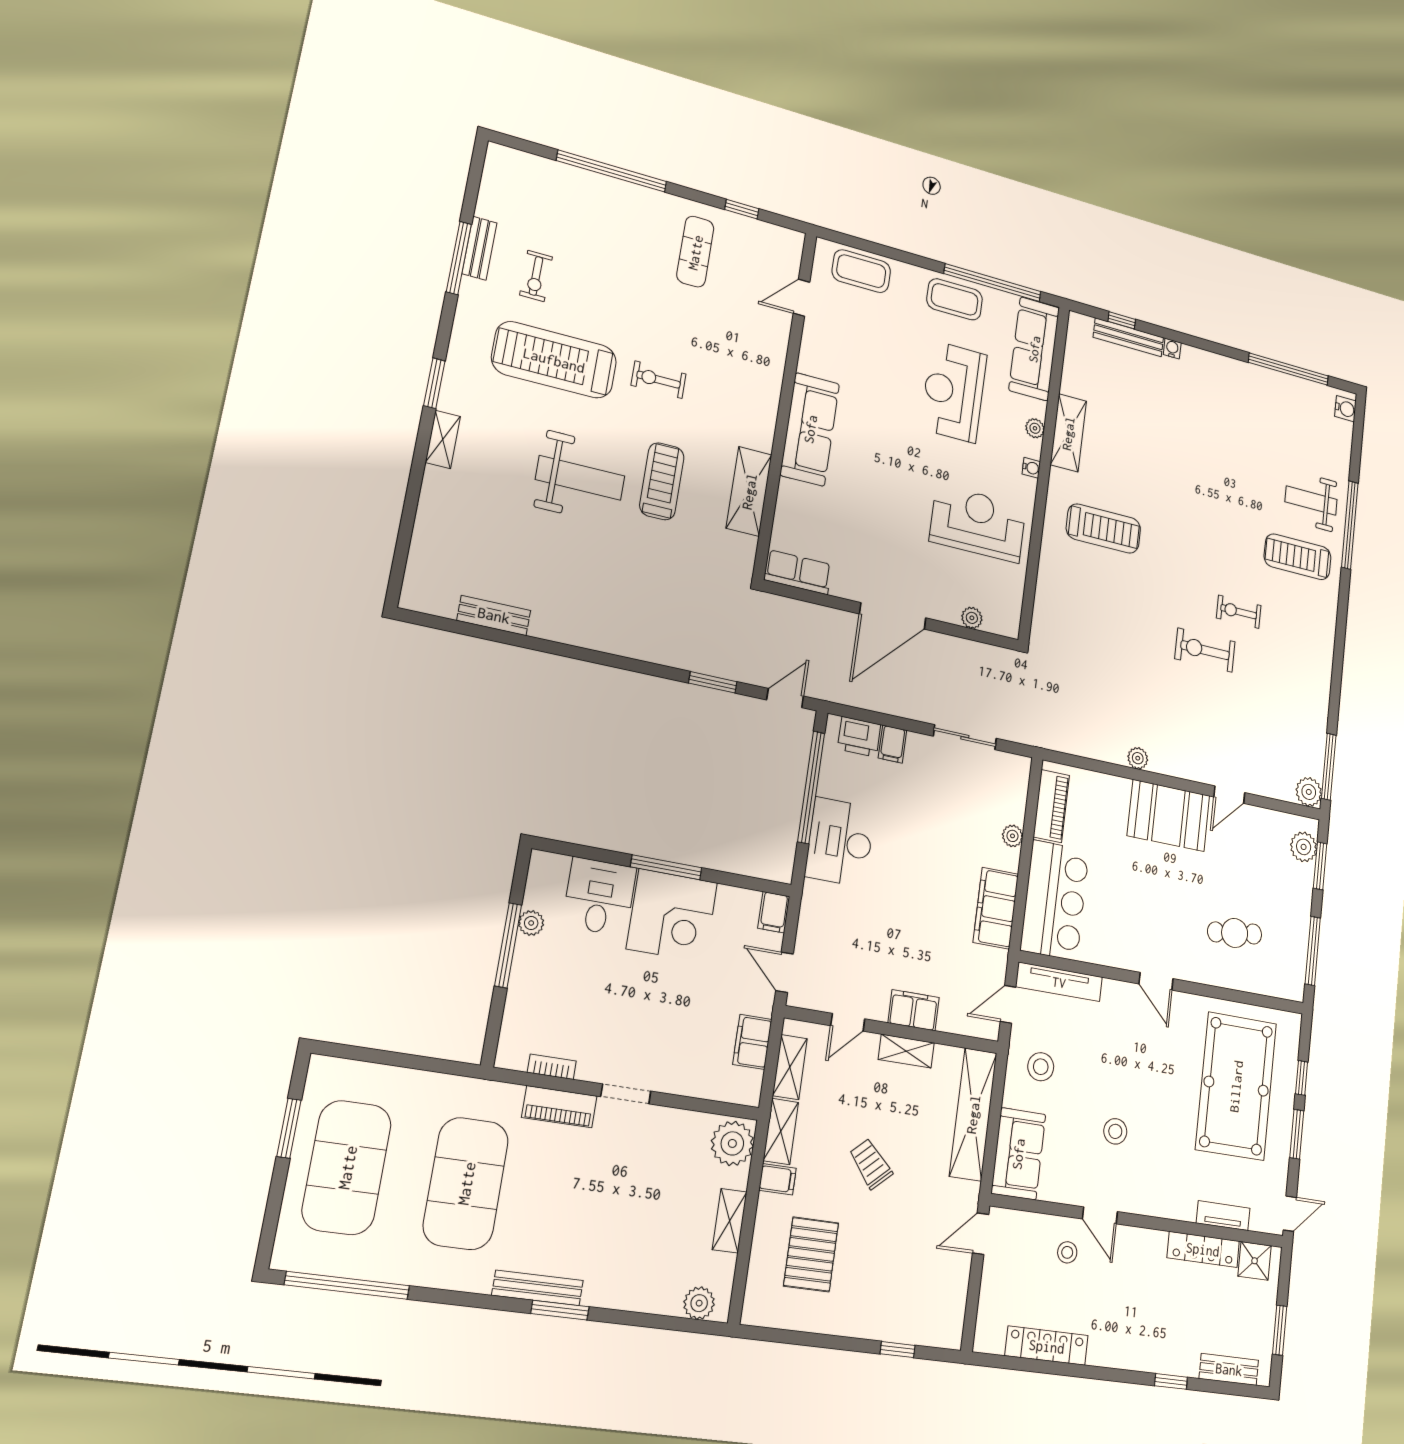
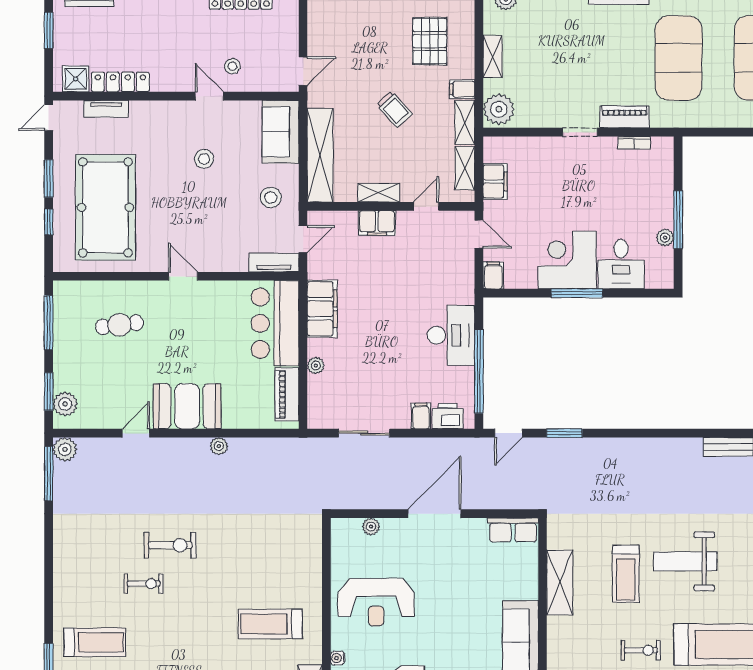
tv unit: (1059, 982) -> (274, 263), width x0.71

